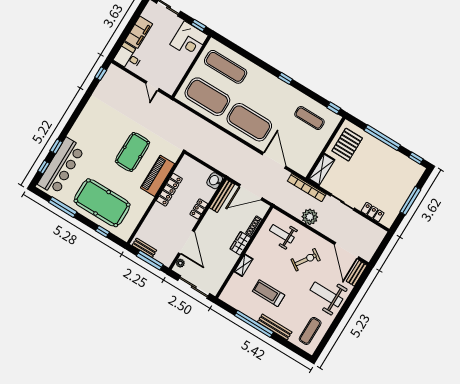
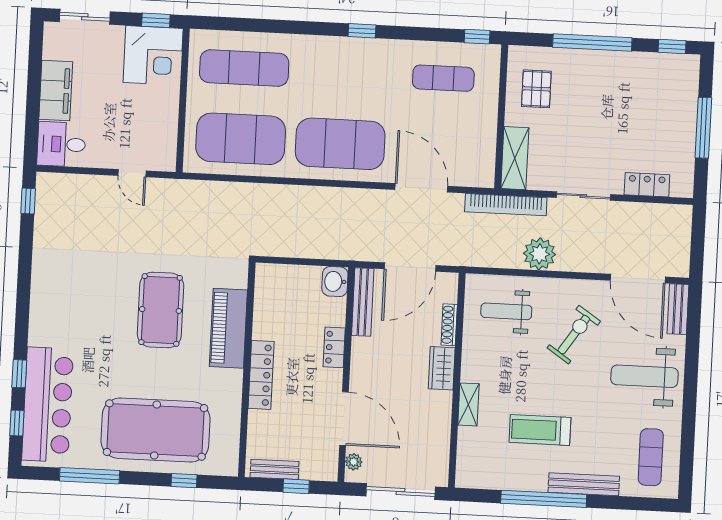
pallet: (347, 145) -> (536, 89), width x0.67, depth x0.71
locker: (169, 190) -> (261, 375), moved
window: (150, 260) -> (296, 486), width x0.46

